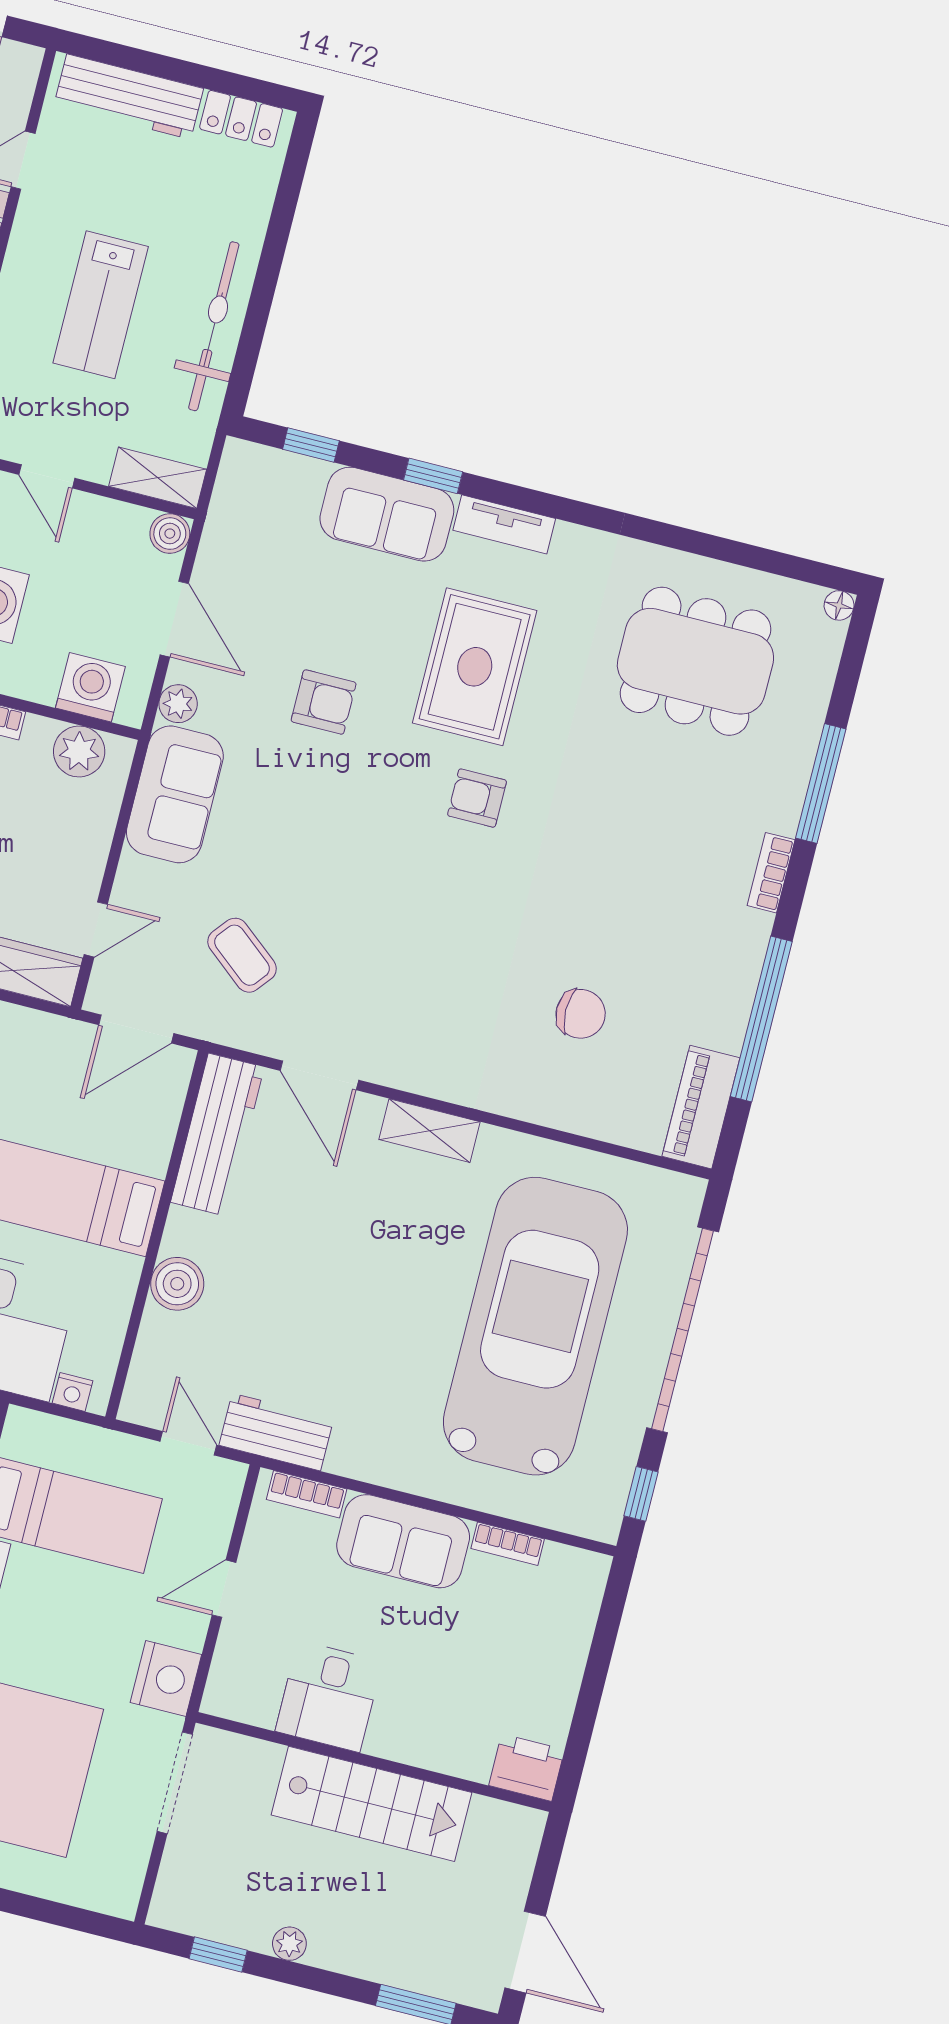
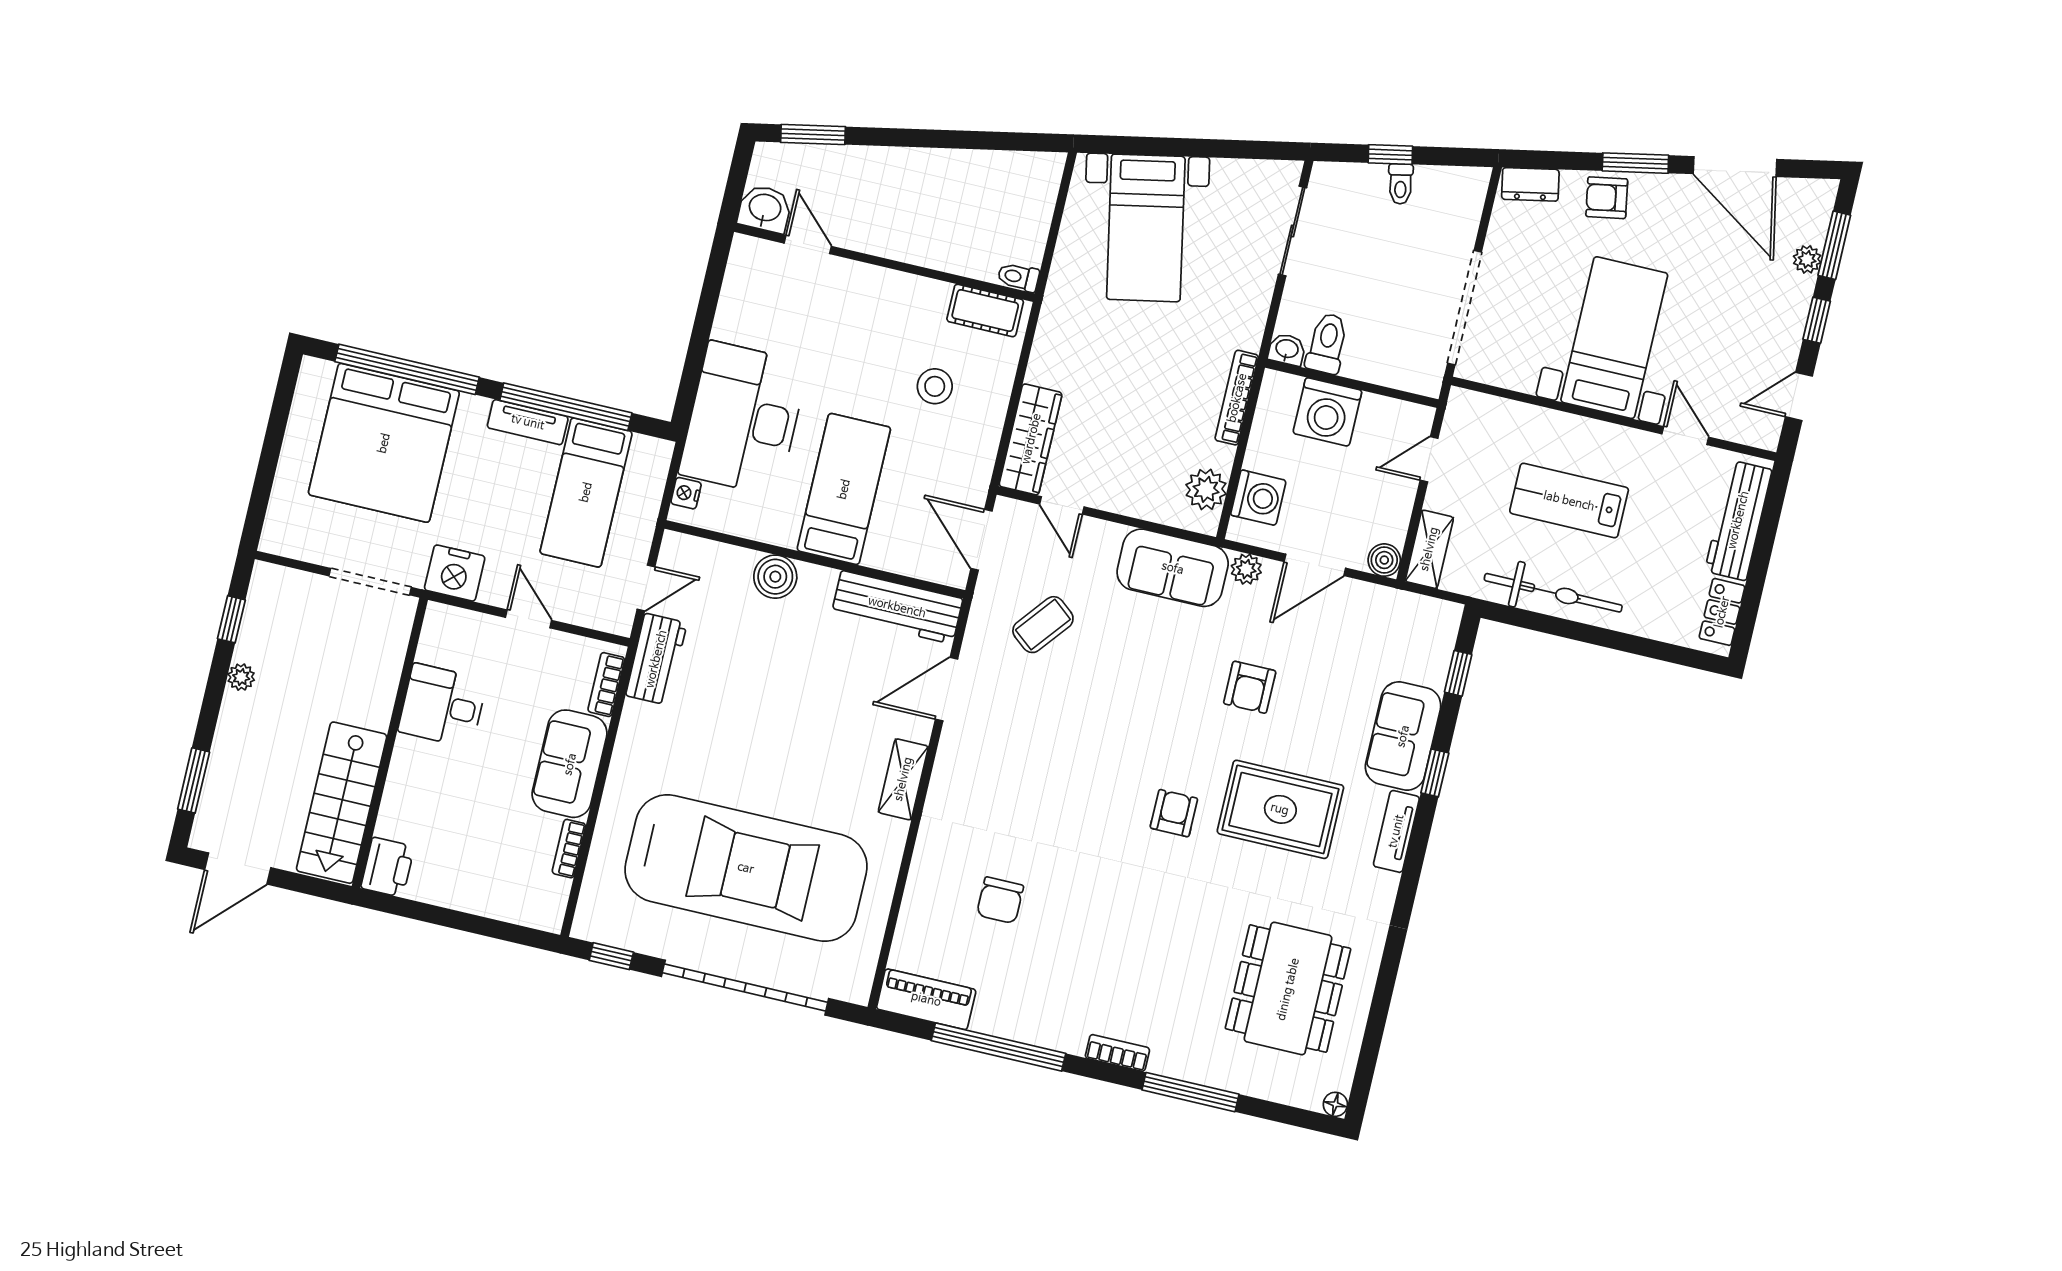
stairs: (371, 1804) -> (342, 803), moved

